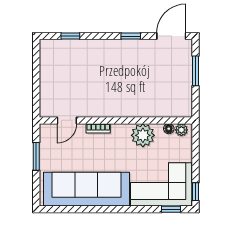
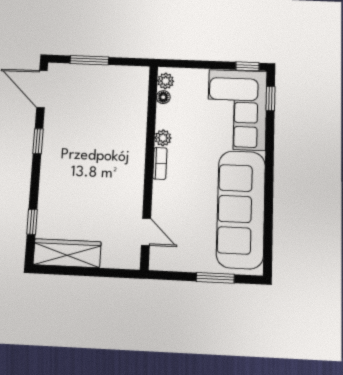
wardrobe: (49, 64) -> (67, 253), added
bookcase: (98, 128) -> (160, 163), moved
plant: (143, 135) -> (163, 138), width x0.53, depth x0.53
window: (36, 156) -> (215, 278), moved

